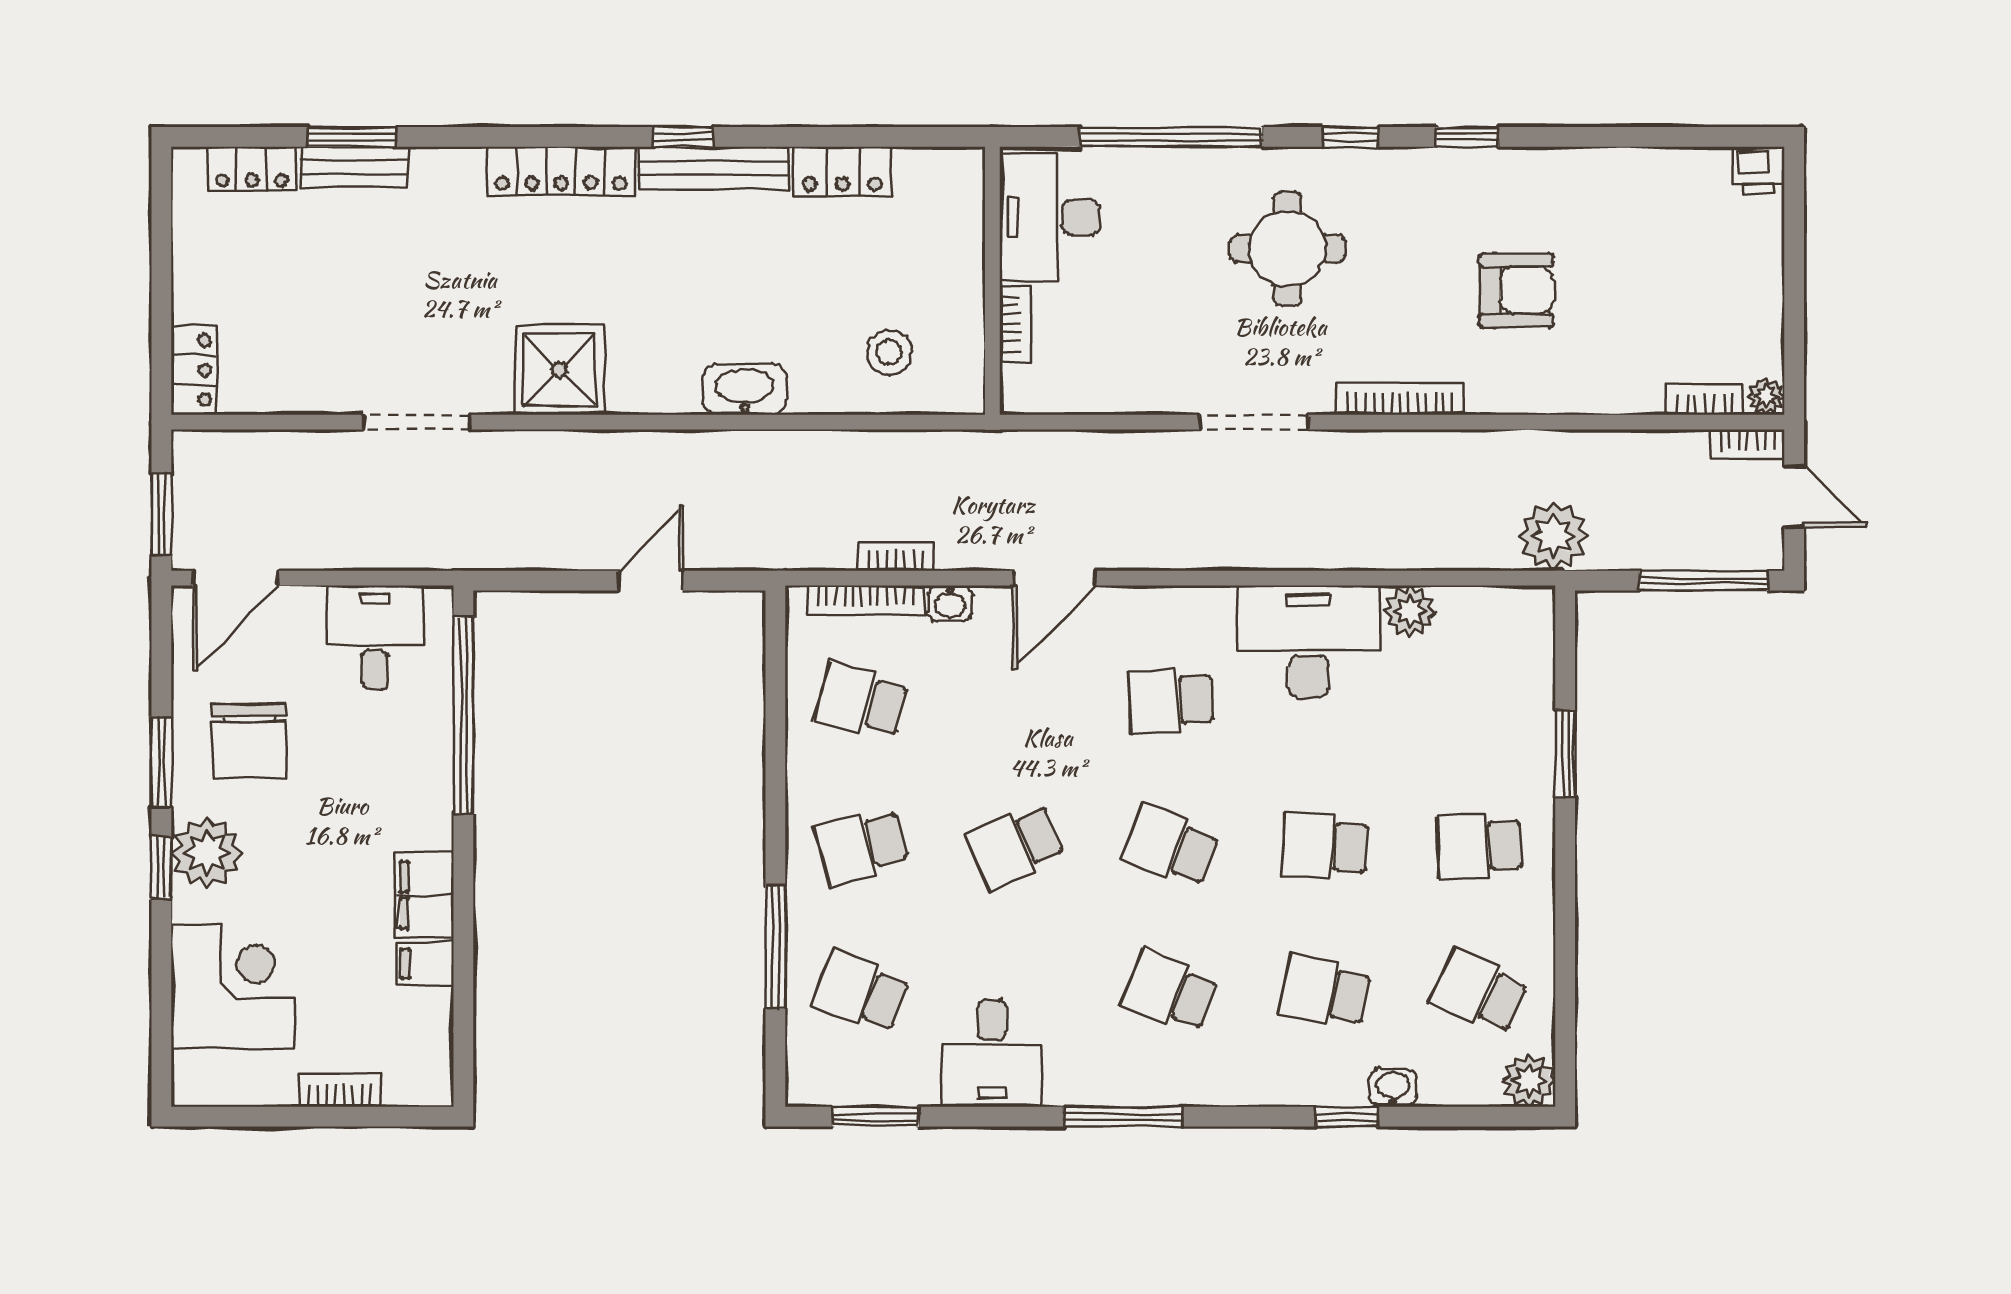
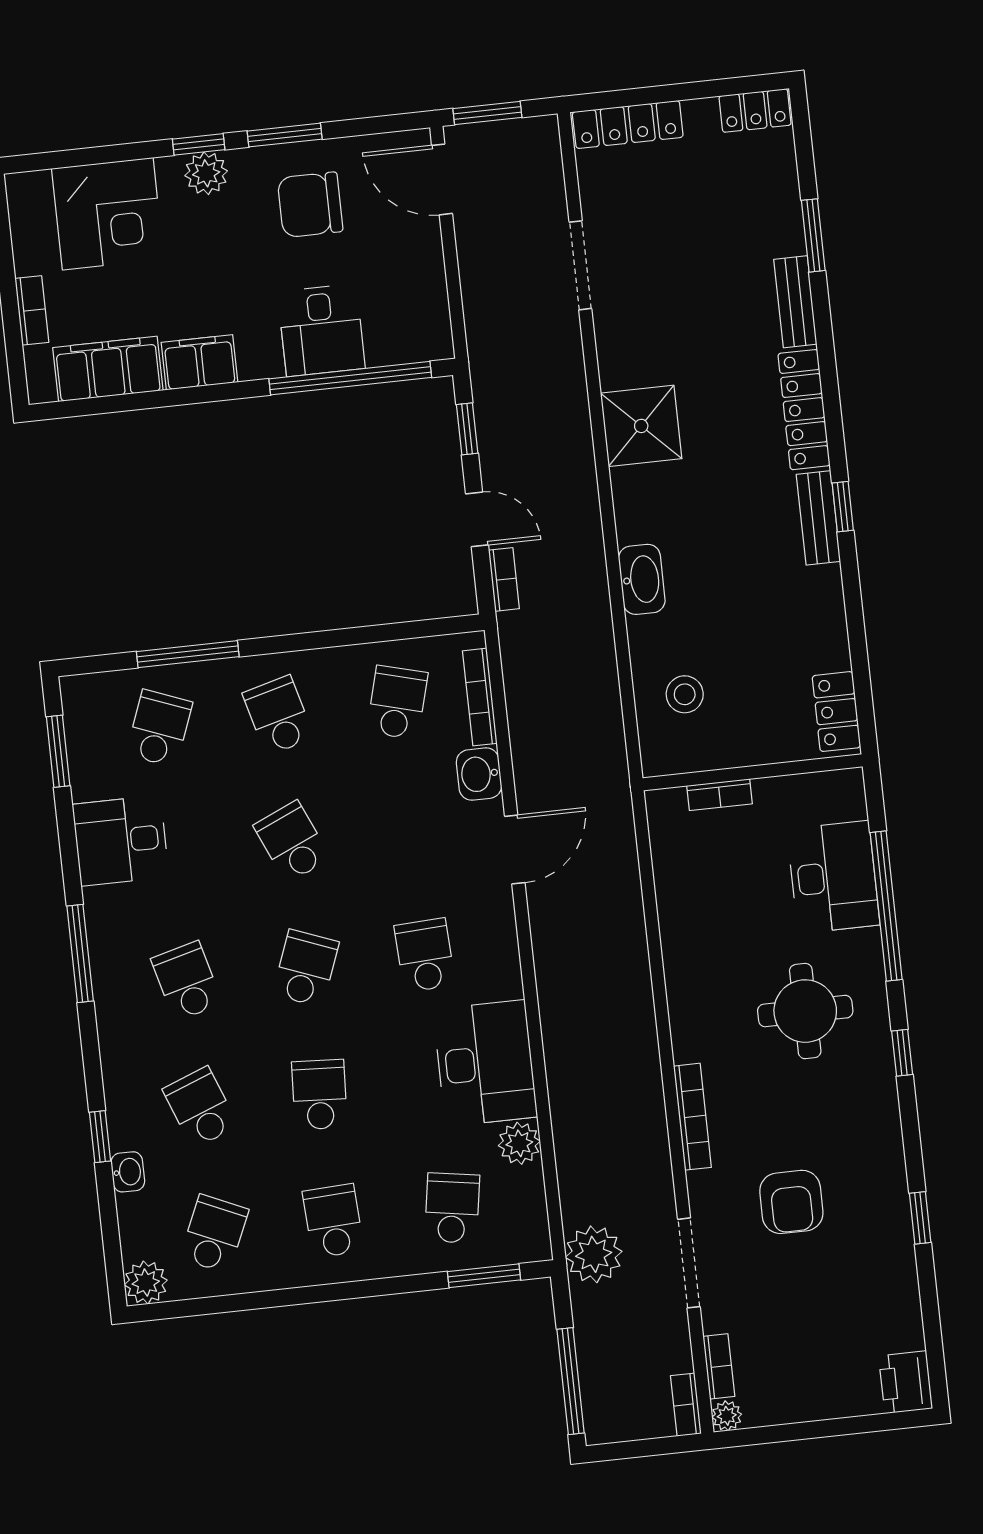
window: (1467, 137) -> (920, 1218), moved
bench: (354, 167) -> (795, 302), moved
bench: (714, 168) -> (818, 518), width x0.73
locker: (252, 169) -> (755, 110), moved, turned -90
printer: (1758, 170) -> (906, 1382), width x1.36, depth x1.24
locker: (842, 172) -> (836, 712), moved
desk: (1050, 217) -> (833, 877), moved, turned 90
locker: (194, 370) -> (628, 125), width x1.53
doorway: (416, 422) -> (580, 265), moved
doorway: (1254, 422) -> (689, 1263), moved
door: (1794, 496) -> (647, 1448), removed
bookcase: (896, 556) -> (504, 579), moved
door: (1054, 578) -> (515, 849), swing flipped
window: (540, 581) -> (467, 429), added
washbasin: (950, 603) -> (479, 774), width x1.38, depth x1.45
desk: (375, 637) -> (321, 330), moved, turned 90
school desk: (1479, 701) -> (452, 1208), added
window: (1565, 753) -> (484, 1276), moved
plant: (207, 853) -> (206, 173), width x0.73, depth x0.73
filing cabinet: (425, 964) -> (108, 369), width x3.00, depth x1.17
school desk: (1170, 992) -> (187, 981), turned -36
school desk: (1325, 992) -> (200, 1108), turned -33

